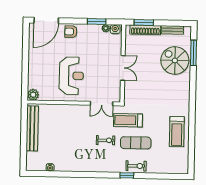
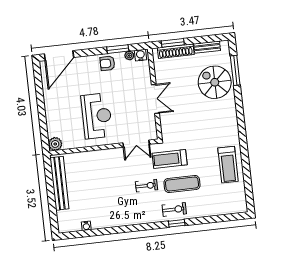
armchair: (71, 32) -> (107, 63), moved
exercise bike: (136, 166) -> (174, 209), moved

